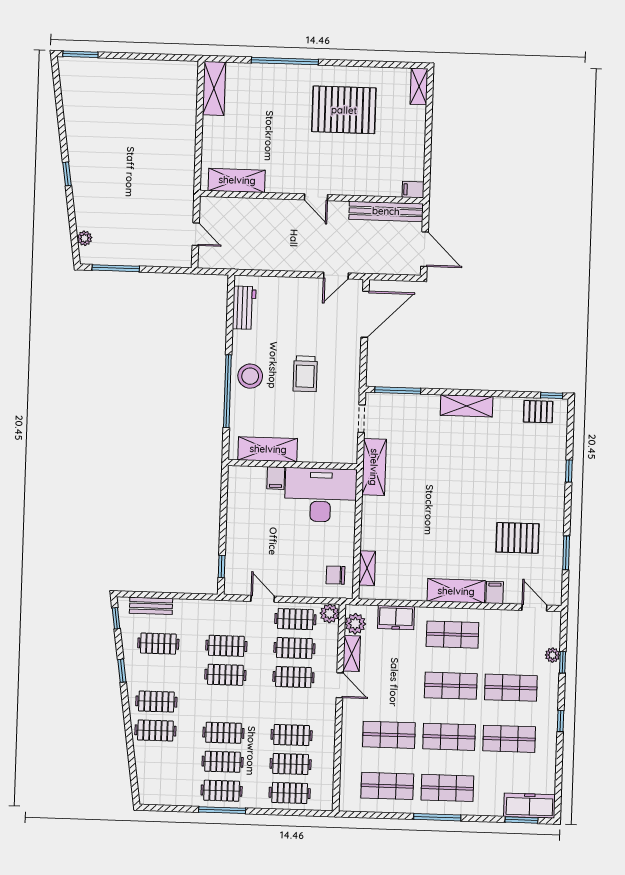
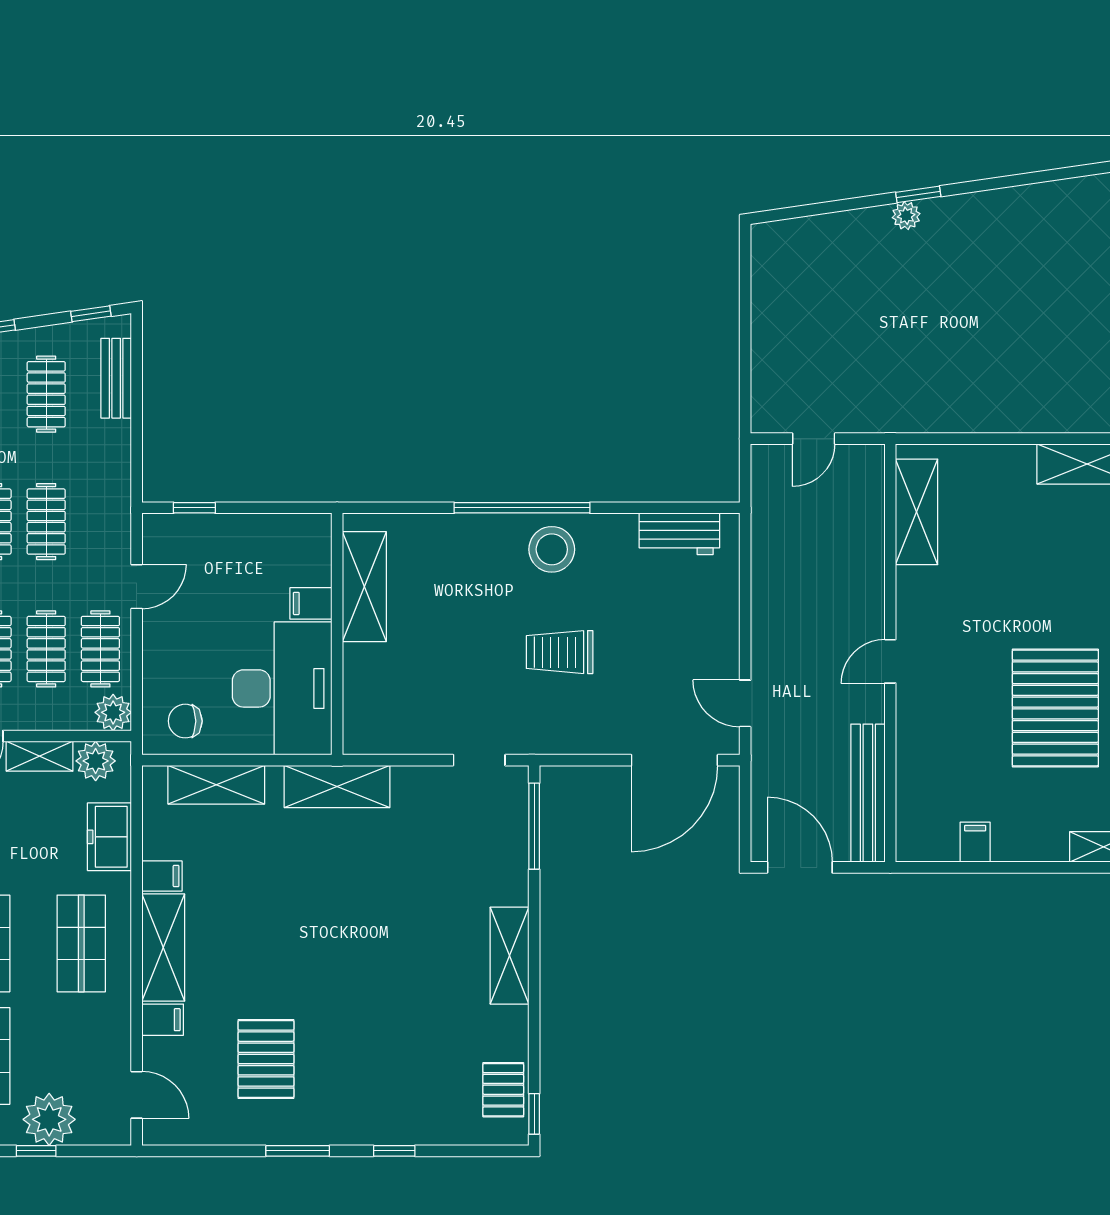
filing cabinet: (413, 190) -> (975, 842), moved
plant: (84, 238) -> (906, 216), moved
door: (425, 249) -> (800, 867), swing flipped
window: (116, 268) -> (745, 291), removed
door: (365, 314) -> (674, 760), hinge flipped
shelving: (268, 449) -> (364, 587), moved
wall: (293, 465) -> (337, 634), moved
shelving: (374, 467) -> (337, 786), moved
filing cabinet: (276, 478) -> (311, 603), moved
desk: (321, 495) -> (282, 688), moved
window: (566, 553) -> (298, 1151), moved
shelving: (367, 568) -> (216, 785), width x1.50, depth x1.33
chair: (335, 575) -> (185, 721), turned -90
filing cabinet: (418, 590) -> (162, 876), added
door: (534, 608) -> (137, 1095), hinge flipped
plant: (553, 655) -> (49, 1119), width x1.87, depth x1.87

